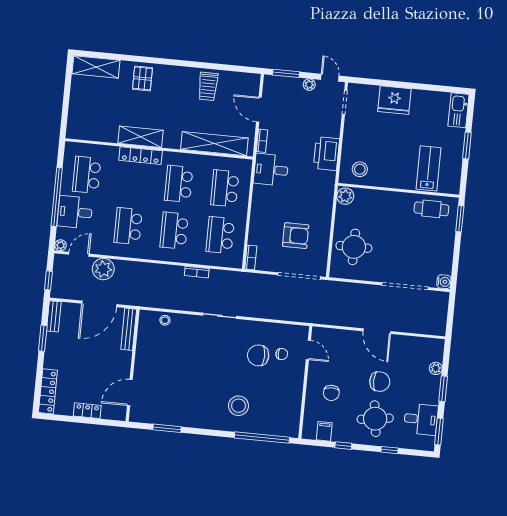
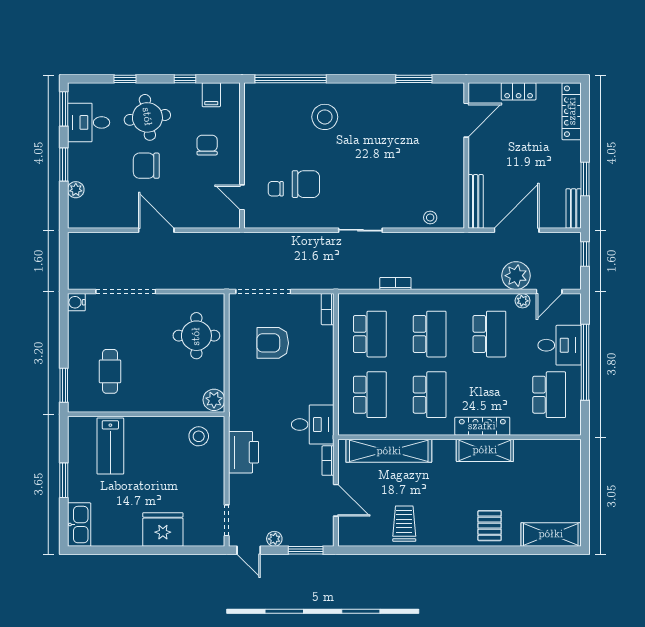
cafe table: (431, 209) -> (110, 371), moved, turned 90
plant: (61, 245) -> (523, 301), moved

